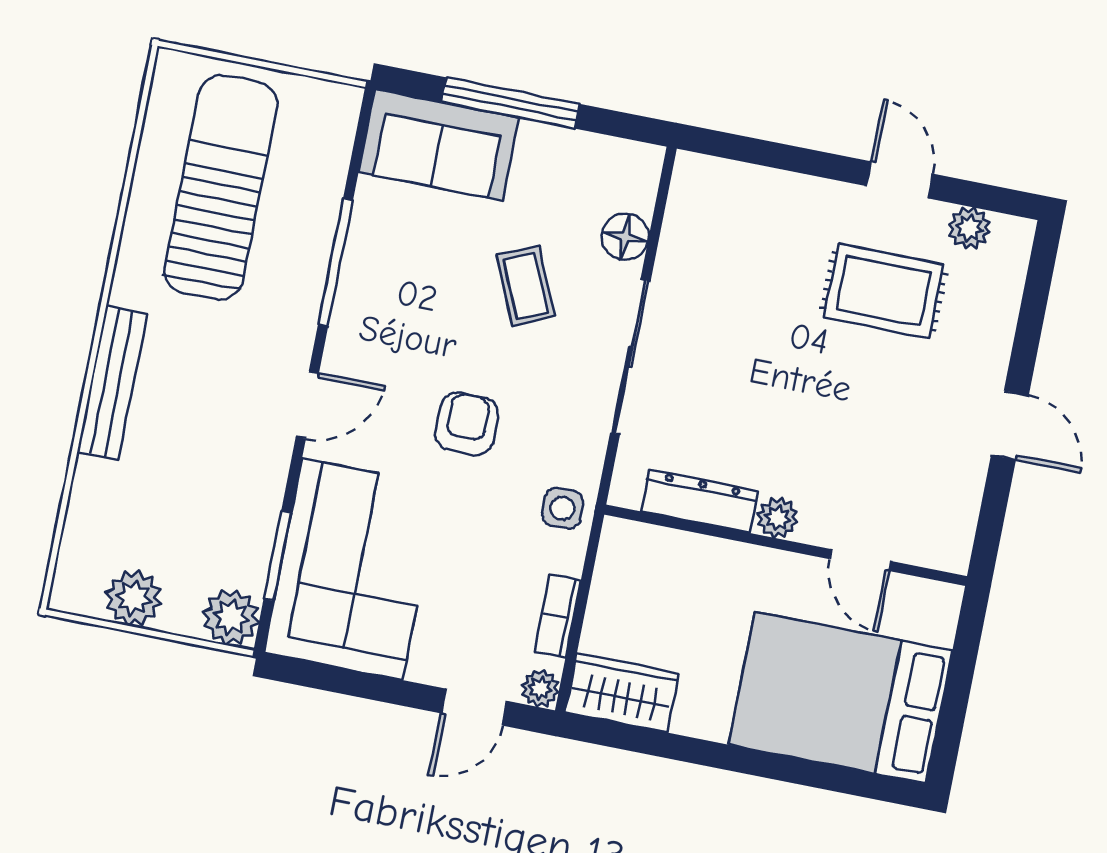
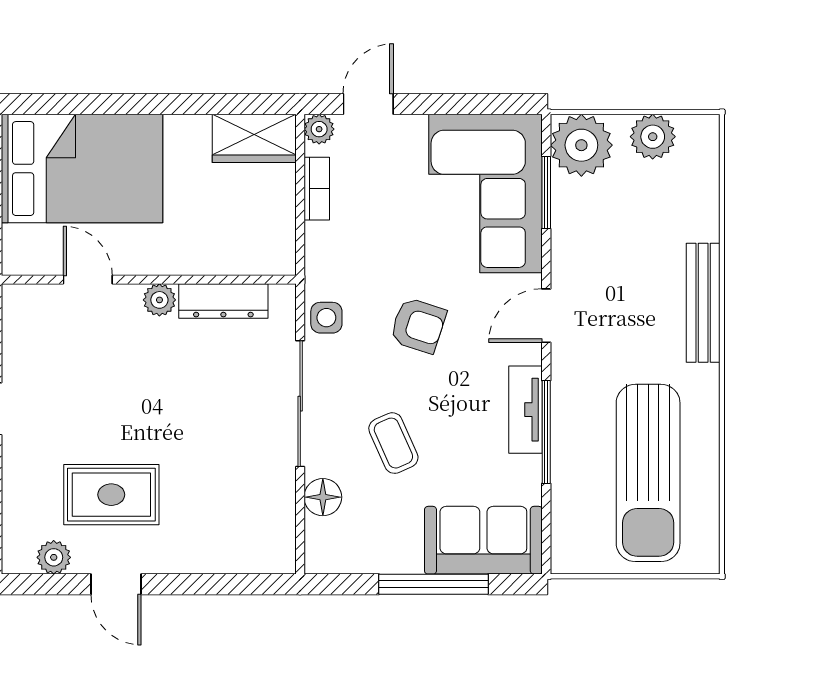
tv unit: (356, 295) -> (525, 410), added
armchair: (467, 424) -> (418, 325), turned -72
side table: (563, 508) -> (326, 318), moved
plant: (231, 617) -> (581, 145), width x1.36, depth x1.36

